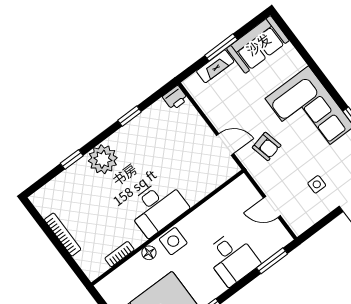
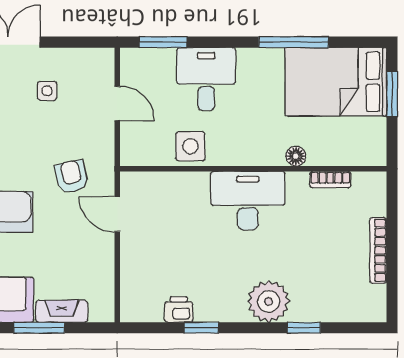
printer: (175, 98) -> (179, 309), moved
side table: (173, 241) -> (190, 146), moved

